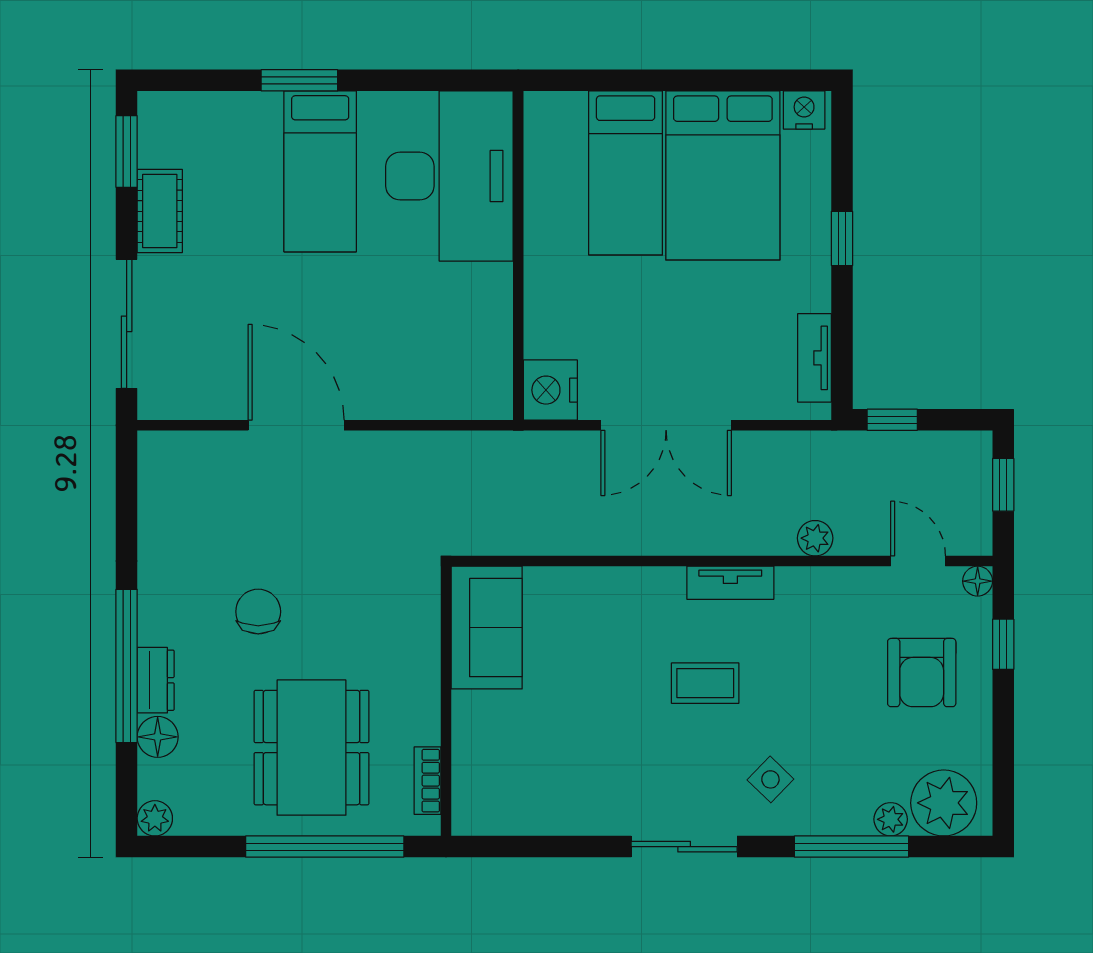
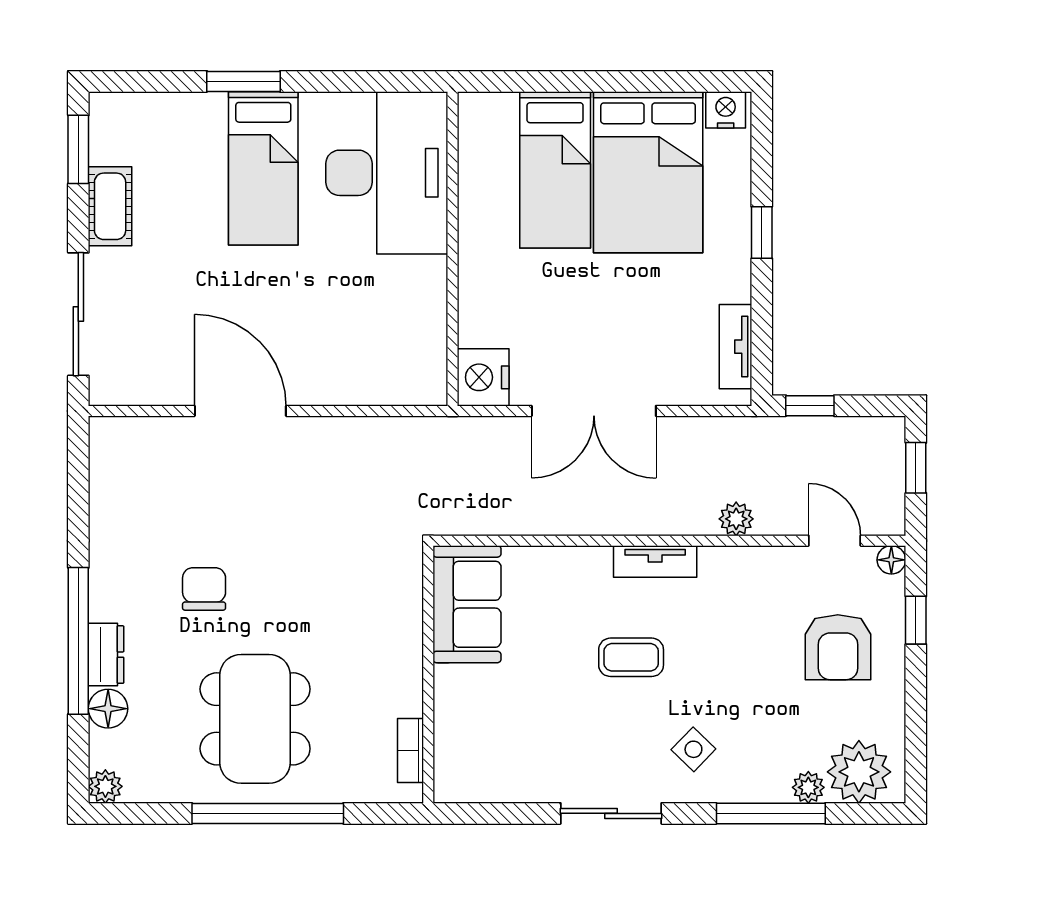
sofa: (487, 628) -> (467, 604), moved
wall: (446, 701) -> (428, 674), moved
bookcase: (427, 781) -> (410, 750), moved

